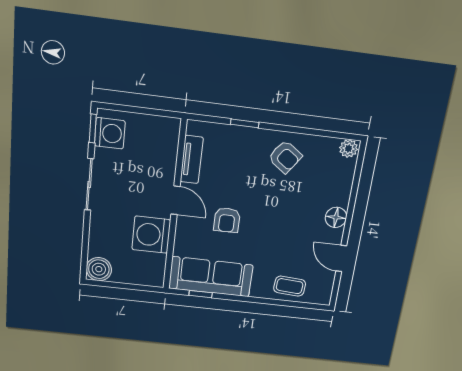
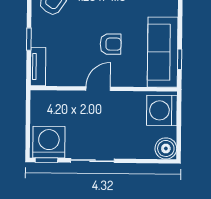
washing machine: (110, 133) -> (49, 142), width x1.37, depth x1.37
tv unit: (192, 160) -> (38, 67), moved, turned 90
washing machine: (151, 235) -> (162, 110), moved, turned 90

